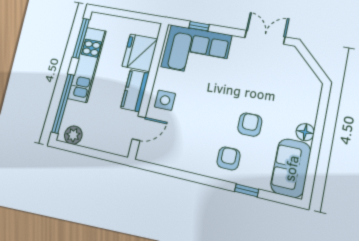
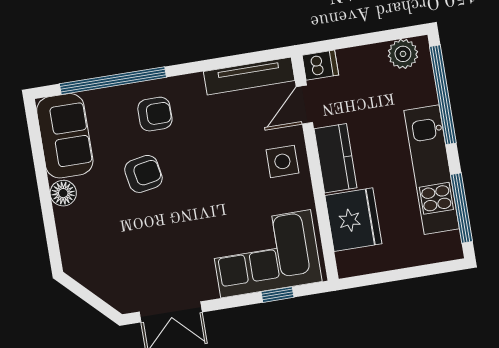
armchair: (250, 125) -> (143, 174), turned -100
dishwasher: (120, 148) -> (320, 65), added
tv unit: (163, 158) -> (249, 76), added
armchair: (229, 158) -> (155, 114), turned -90
window: (247, 190) -> (113, 81), width x3.17

